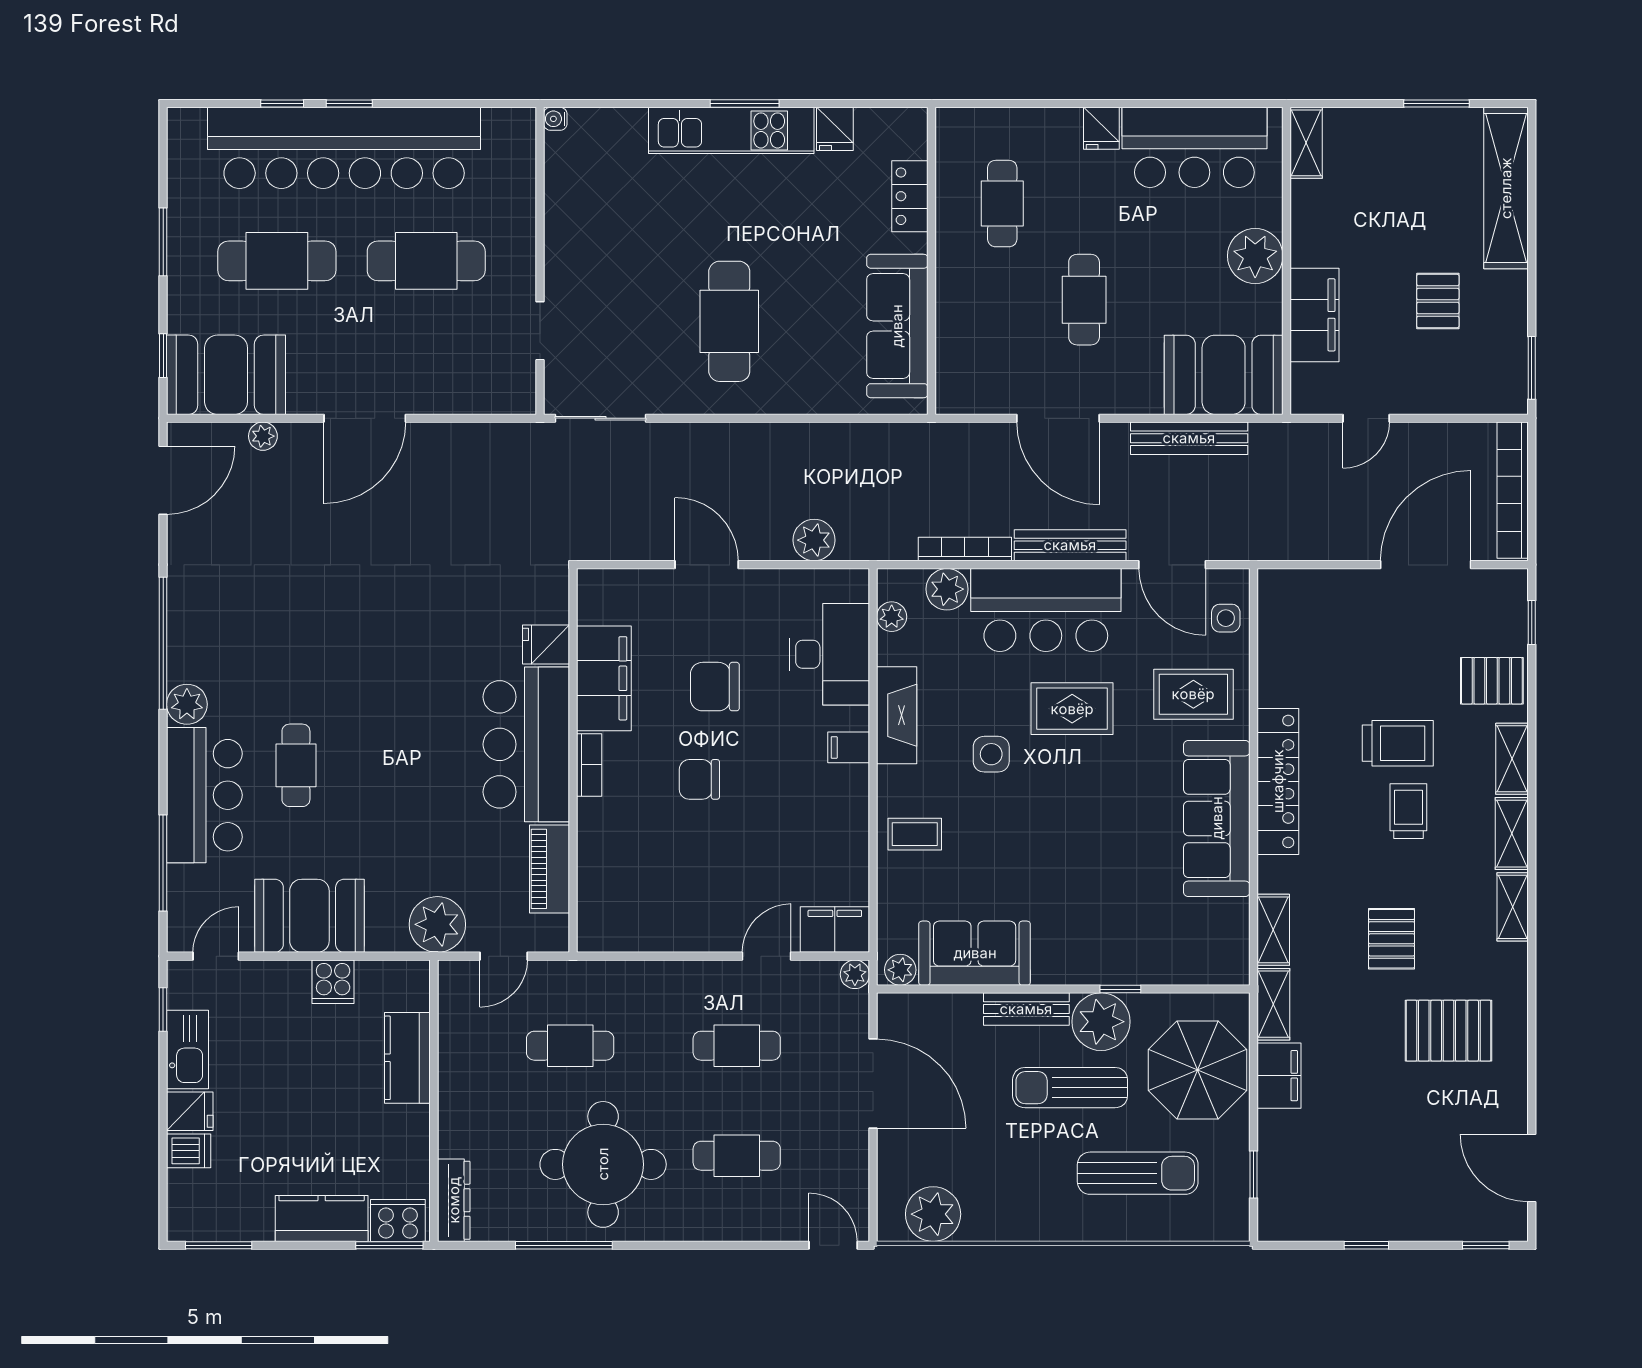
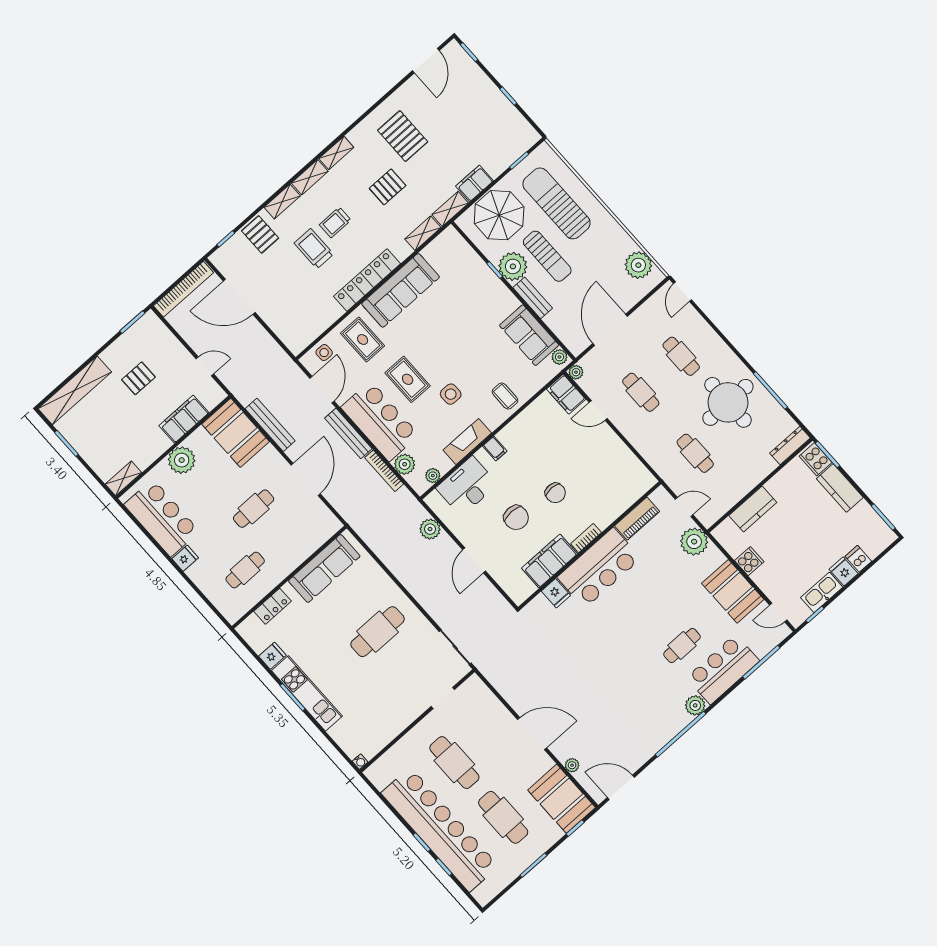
sun lounger: (1138, 1173) -> (556, 203), width x1.36, depth x1.34

